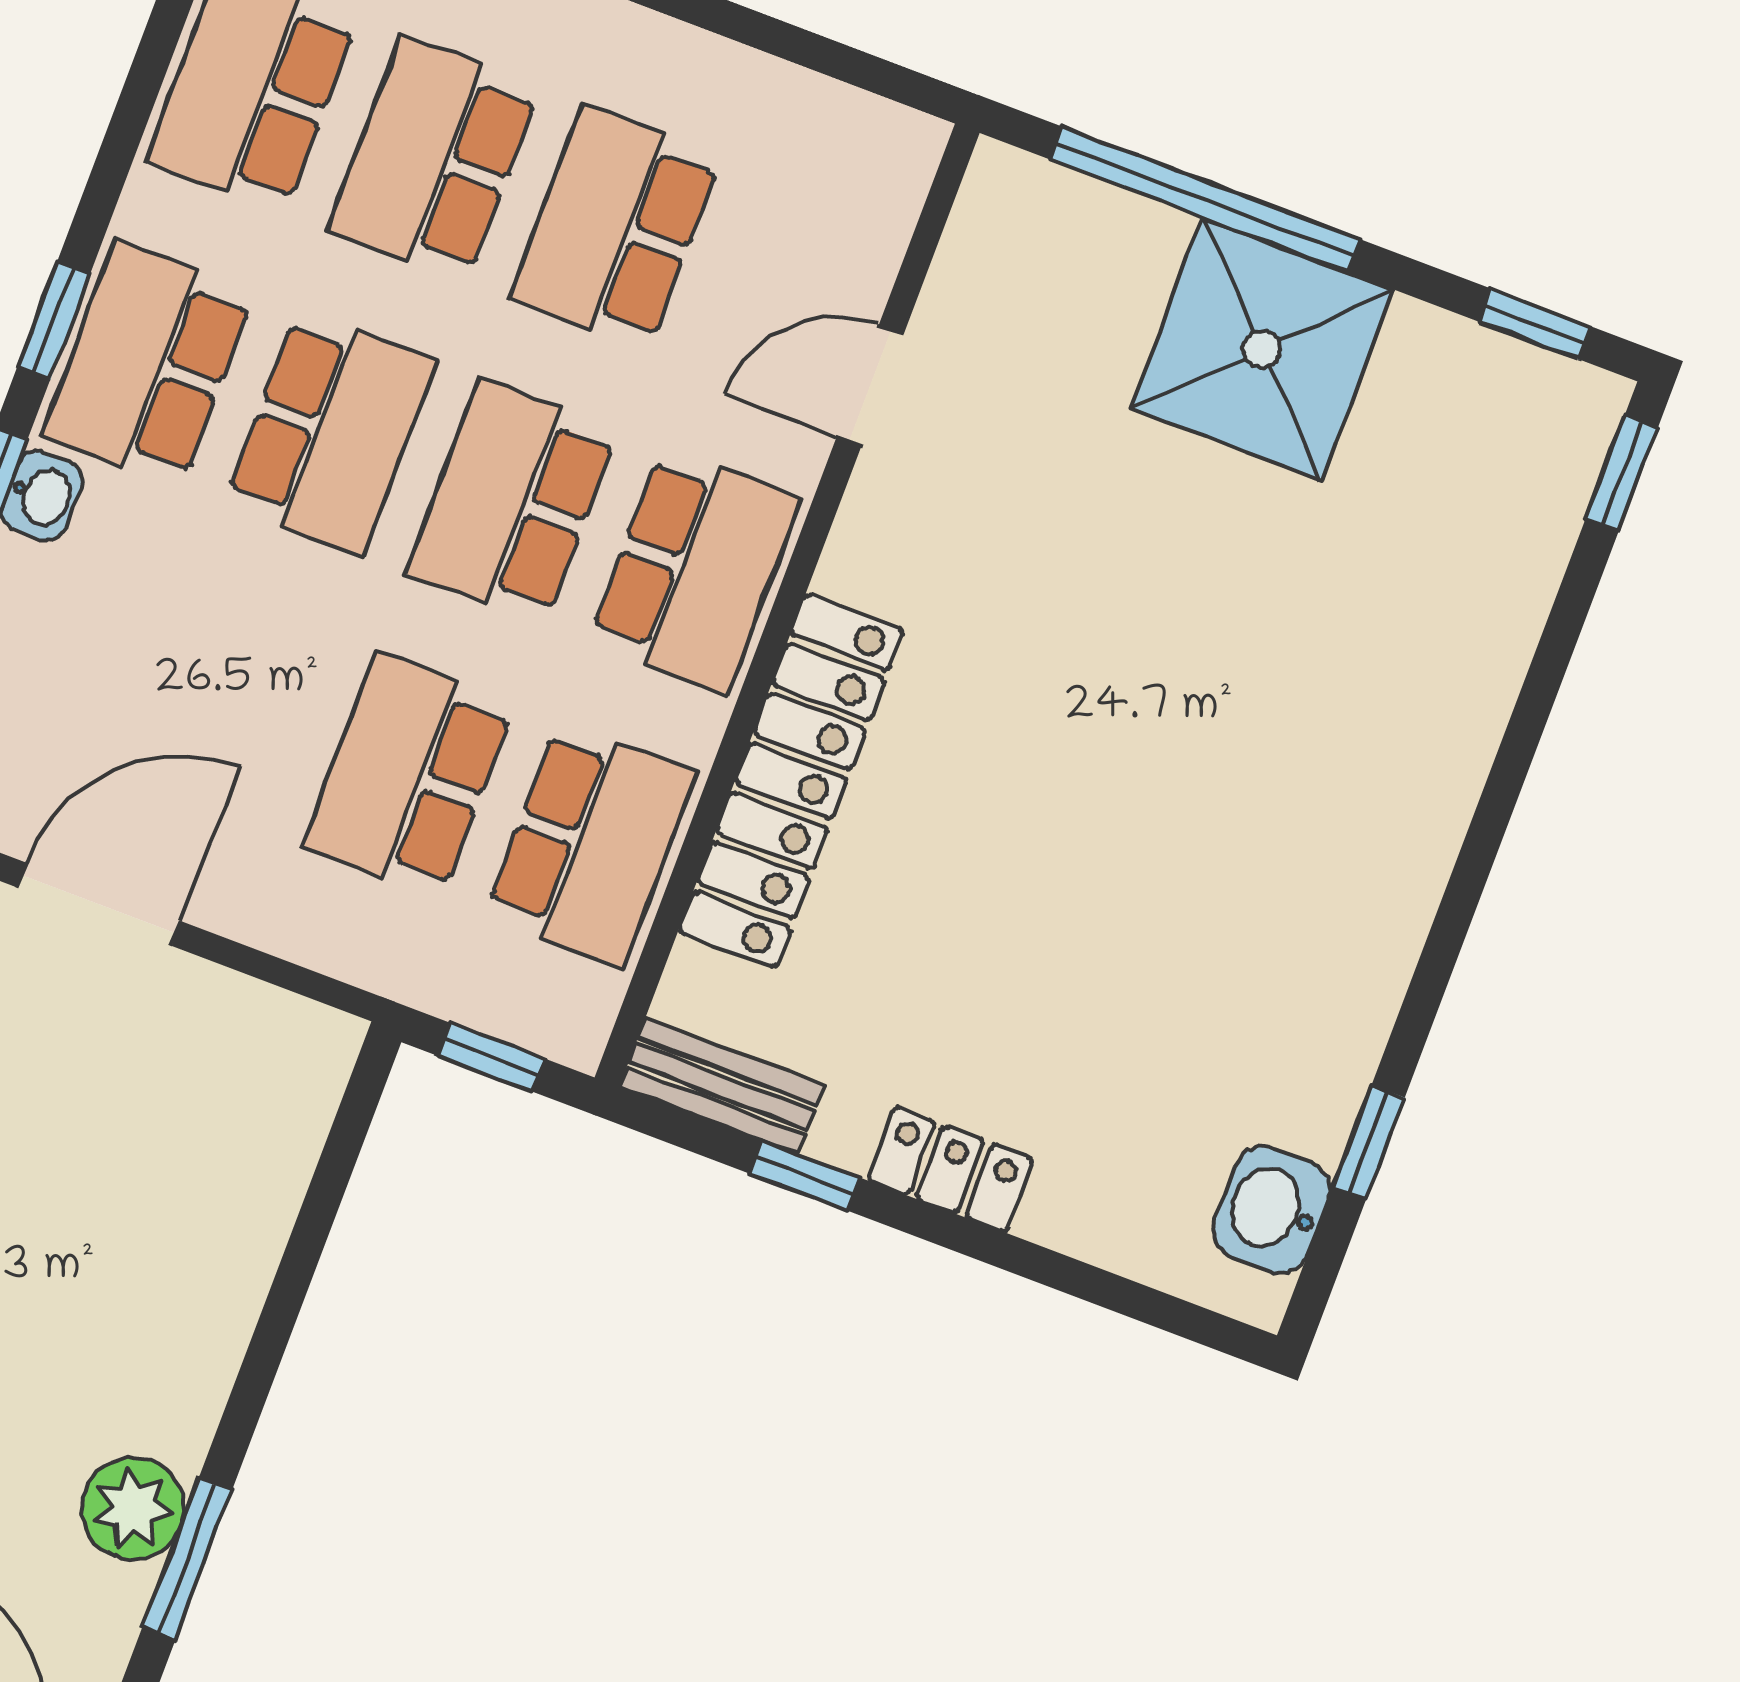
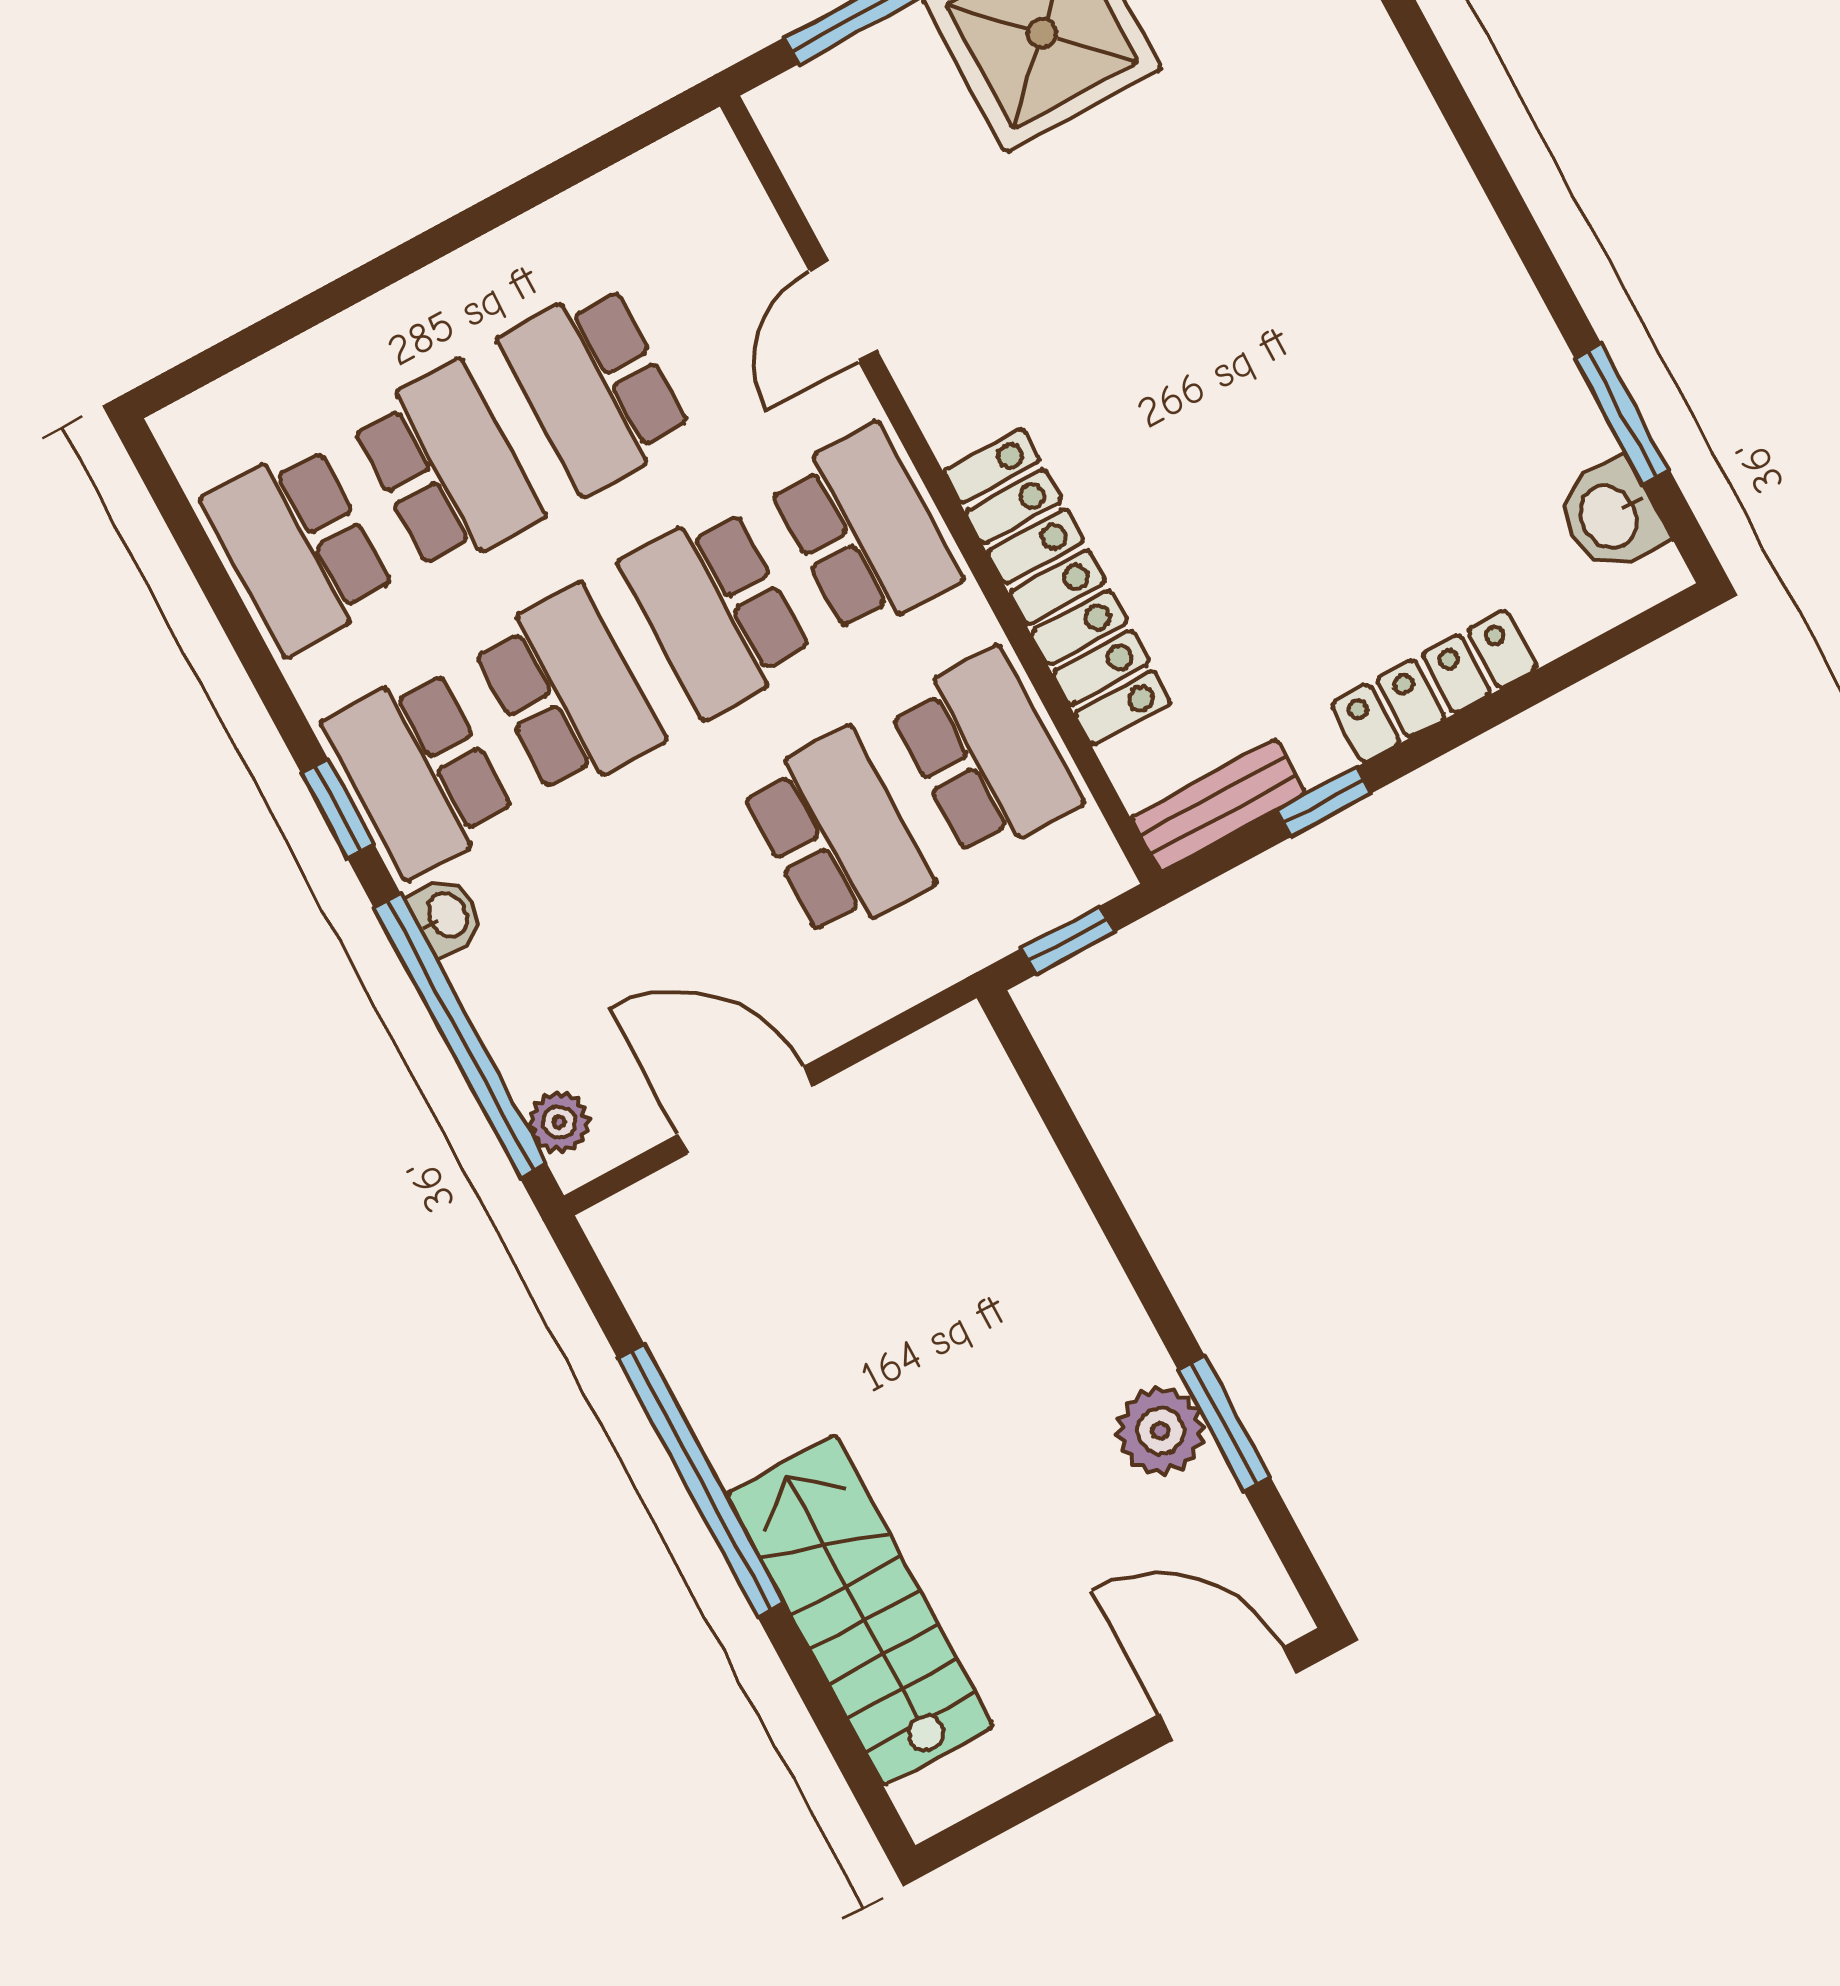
school desk: (434, 158) -> (447, 468), turned 180
school desk: (409, 775) -> (837, 834), turned 180
door: (99, 904) -> (746, 1110), hinge flipped
window: (1369, 1143) -> (1622, 414), width x1.50
locker: (950, 1170) -> (1434, 686), width x1.53

